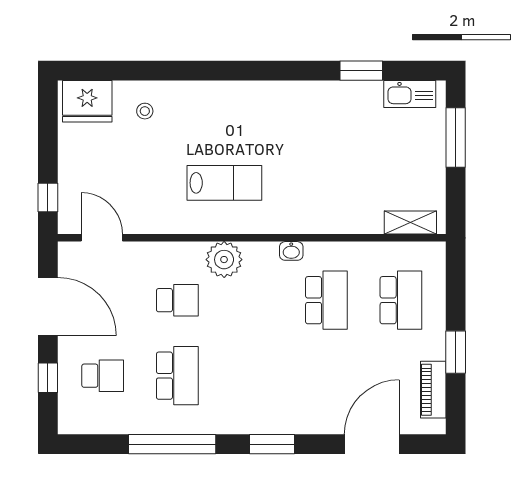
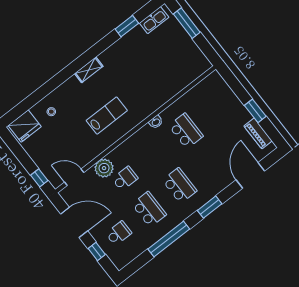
shelving: (410, 222) -> (89, 70), moved
plant: (224, 260) -> (104, 168), moved
school desk: (401, 300) -> (179, 186), moved

